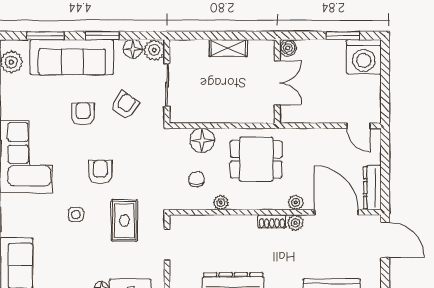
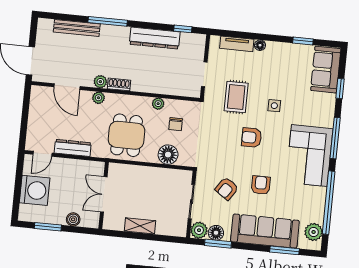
window: (102, 36) -> (218, 244), moved
boiler: (288, 48) -> (73, 219), moved
washing machine: (364, 57) -> (35, 190), moved, turned 90
armchair: (83, 114) -> (261, 185), turned 180
door: (359, 126) -> (42, 154), swing flipped
dining table: (256, 159) -> (127, 135), turned 90
armchair: (100, 172) -> (252, 137), turned 90
dresser: (372, 188) -> (73, 148), moved, turned -90
door: (336, 212) -> (67, 87), width x0.73

